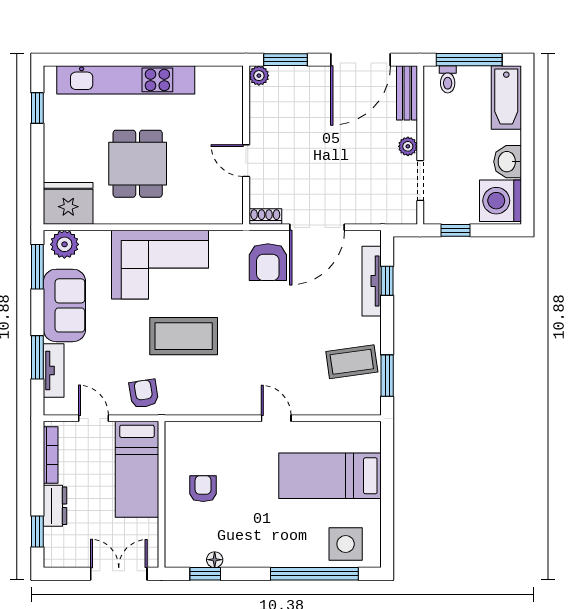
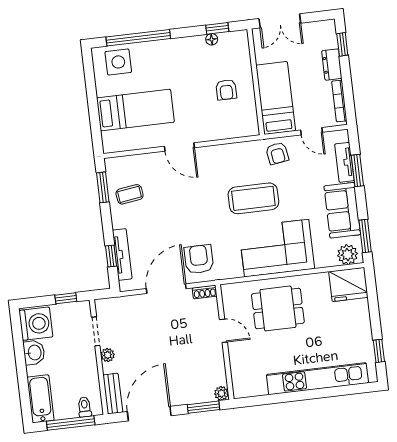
dining table: (138, 164) -> (278, 308), moved, turned 90
coffee table: (352, 362) -> (130, 194), width x0.73, depth x0.77
door: (276, 418) -> (179, 147), width x1.38

